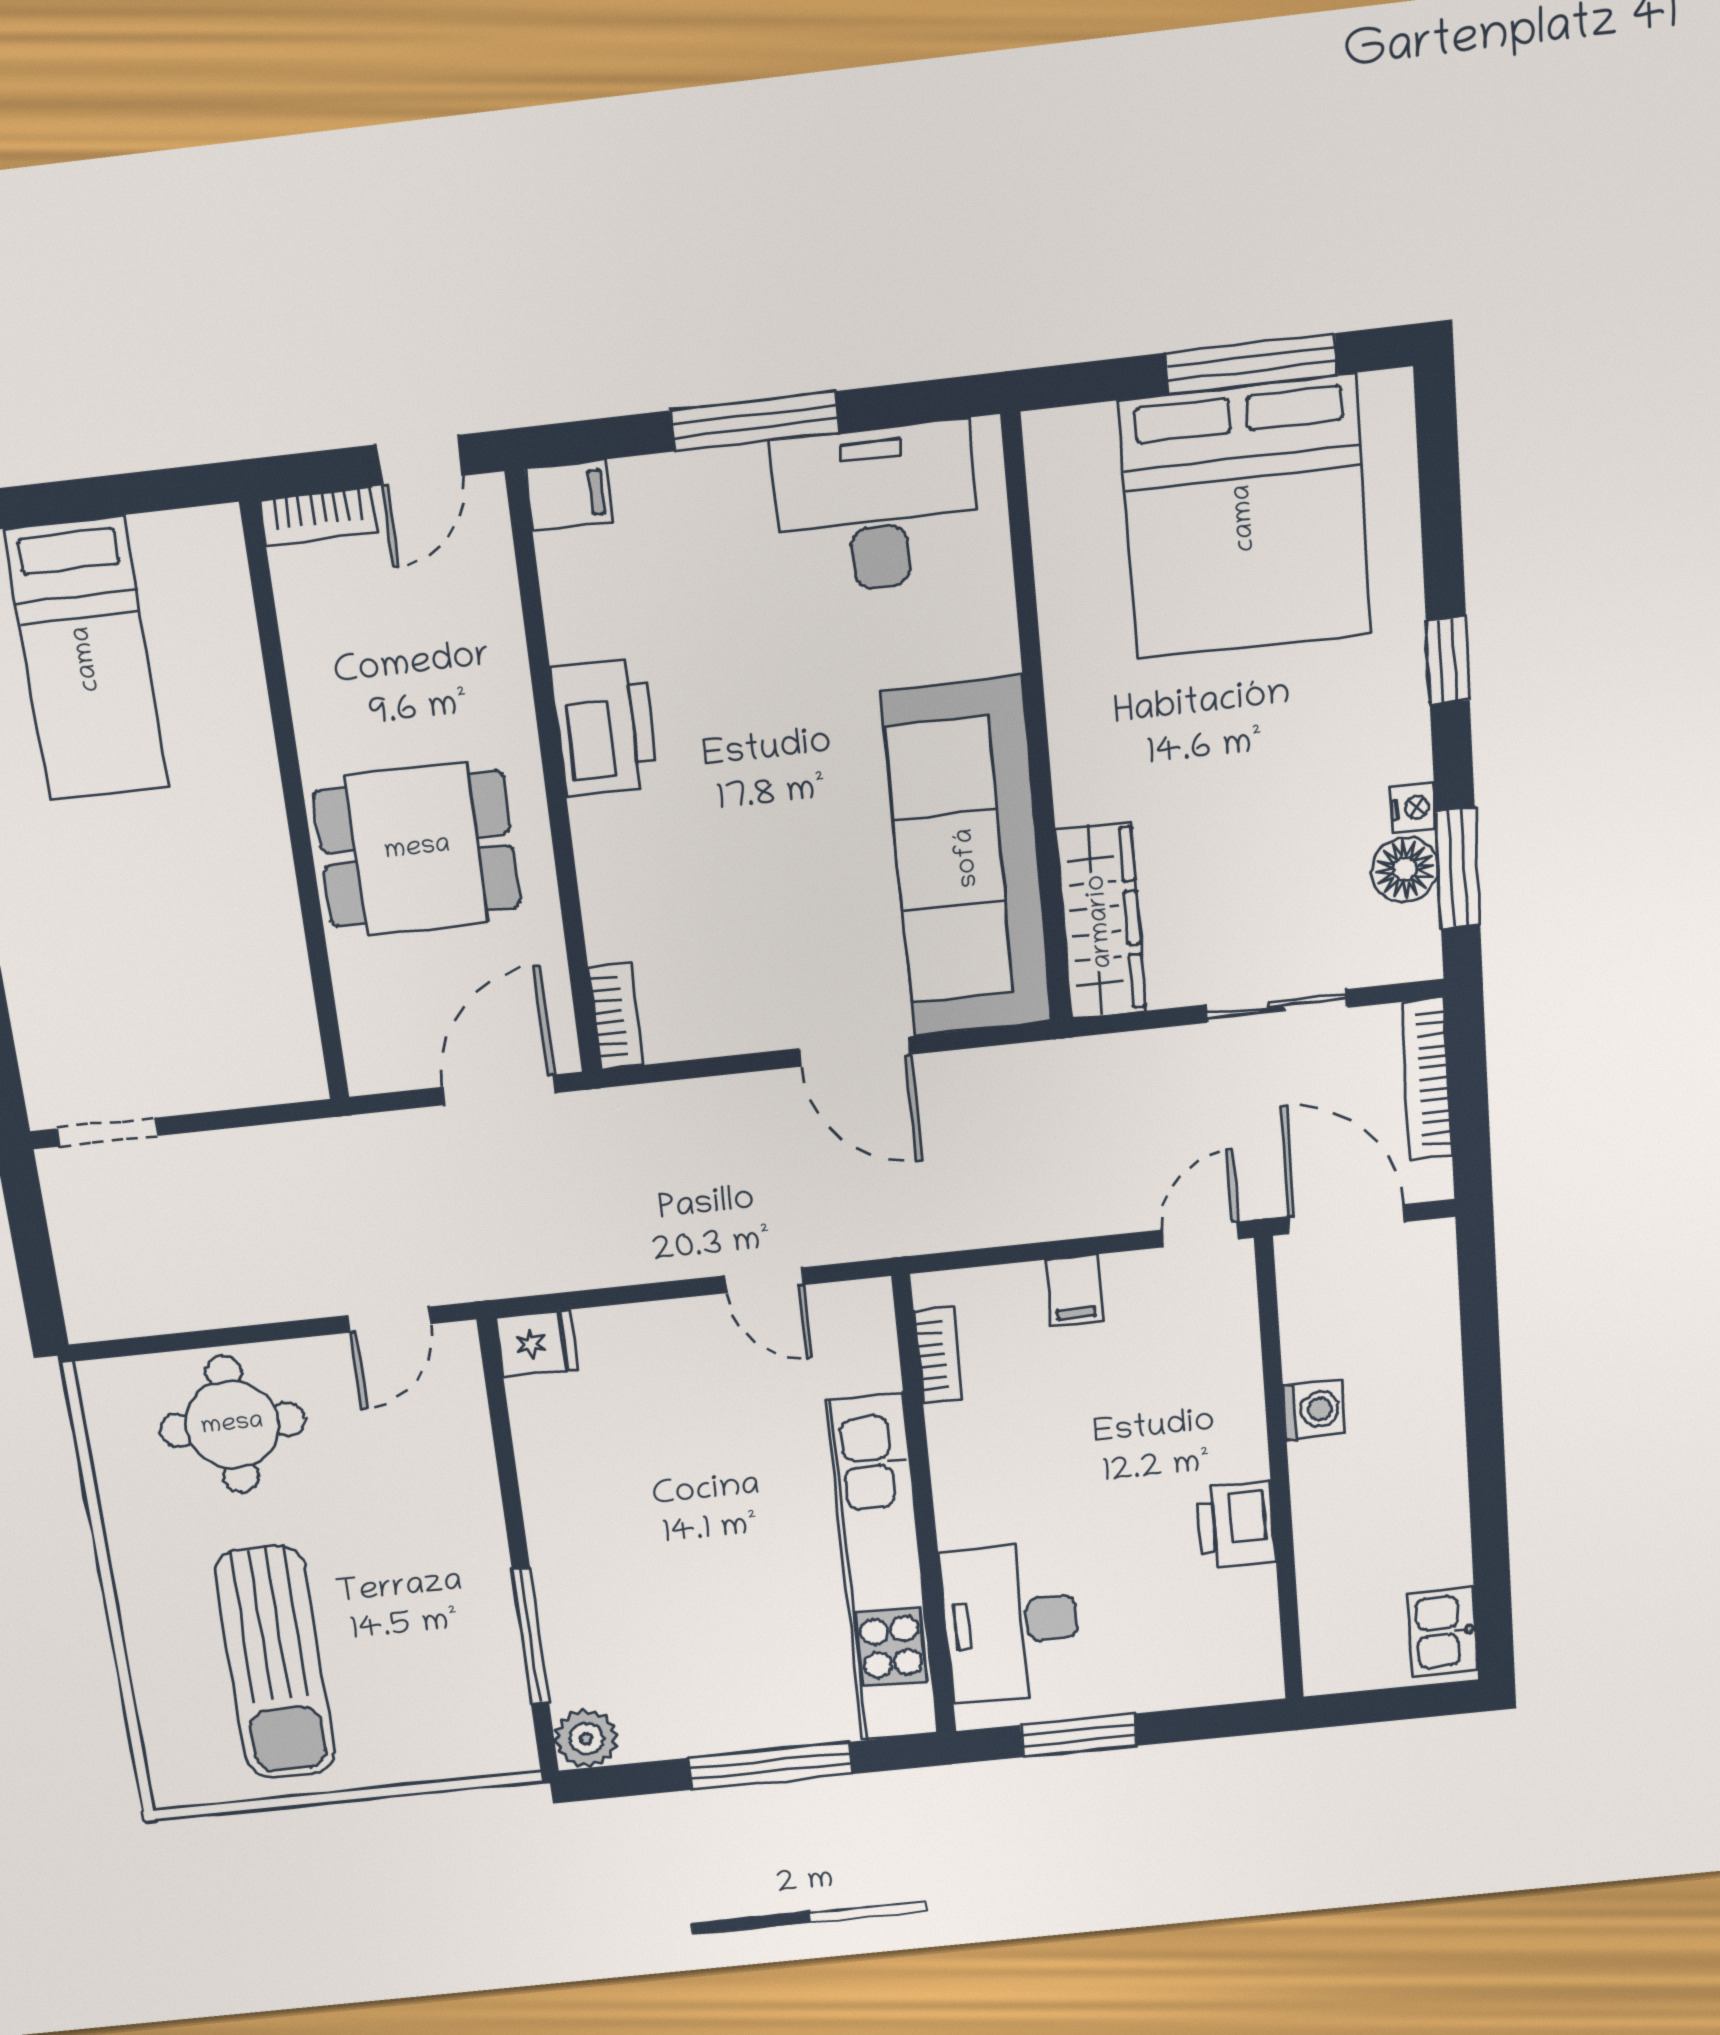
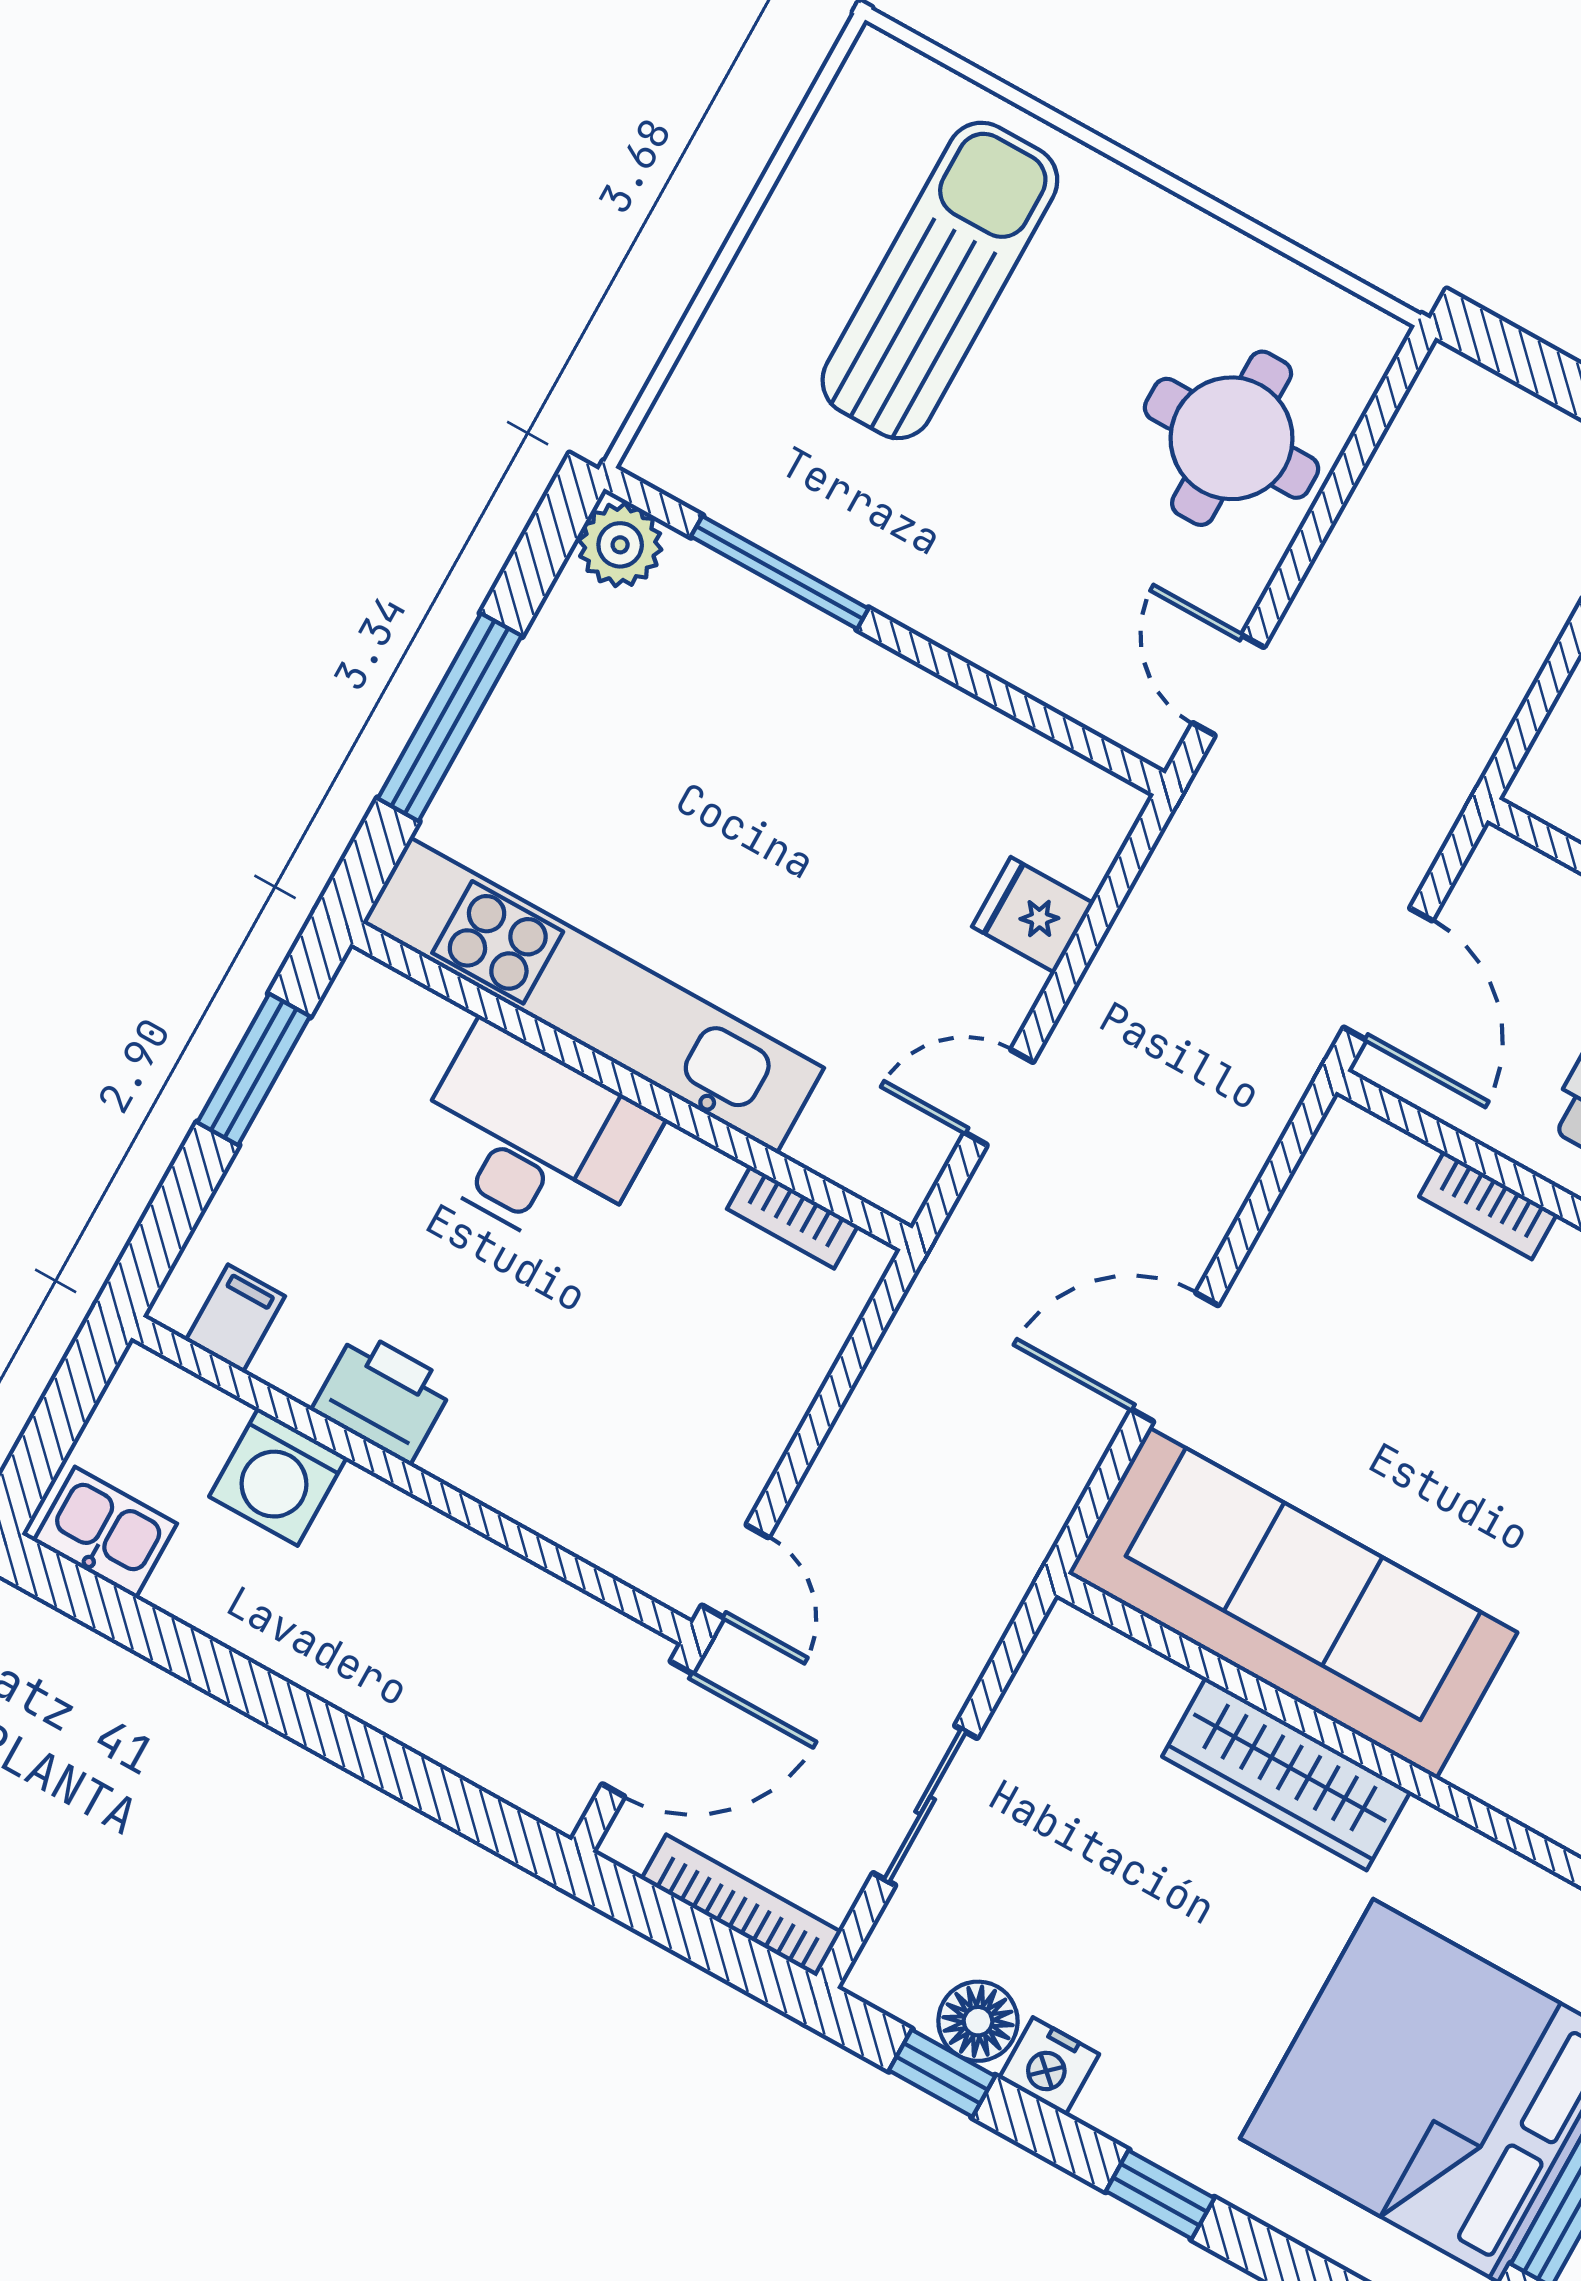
nightstand: (1413, 808) -> (1049, 2066), width x1.39, depth x1.35
window: (1458, 868) -> (942, 2073), width x0.67
wardrobe: (1101, 921) -> (1286, 1774), moved
bookcase: (616, 1016) -> (1488, 1205), moved
filing cabinet: (1074, 1290) -> (235, 1318), moved, turned 90
fridge: (537, 1343) -> (1033, 915), moved, turned 90
washing machine: (1314, 1410) -> (278, 1477), moved, width x1.38, depth x1.38
desk: (1011, 1622) -> (532, 1141), moved
sun lounger: (275, 1663) -> (940, 280), turned 90

